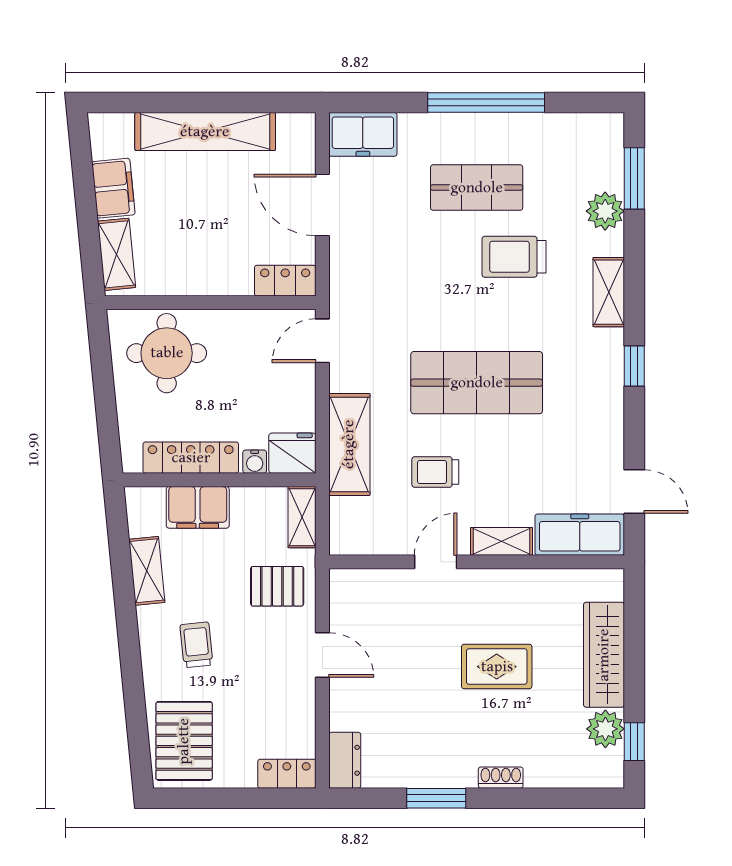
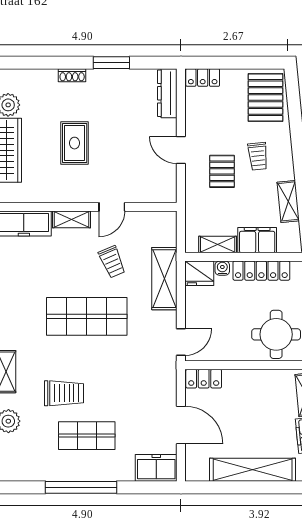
trolley: (435, 472) -> (112, 262), turned 67
shelving: (302, 517) -> (218, 245), moved, turned 90
pallet: (277, 586) -> (222, 171), moved, turned 90
rug: (497, 667) -> (75, 143), turned 90
dresser: (345, 760) -> (167, 93), width x1.44

